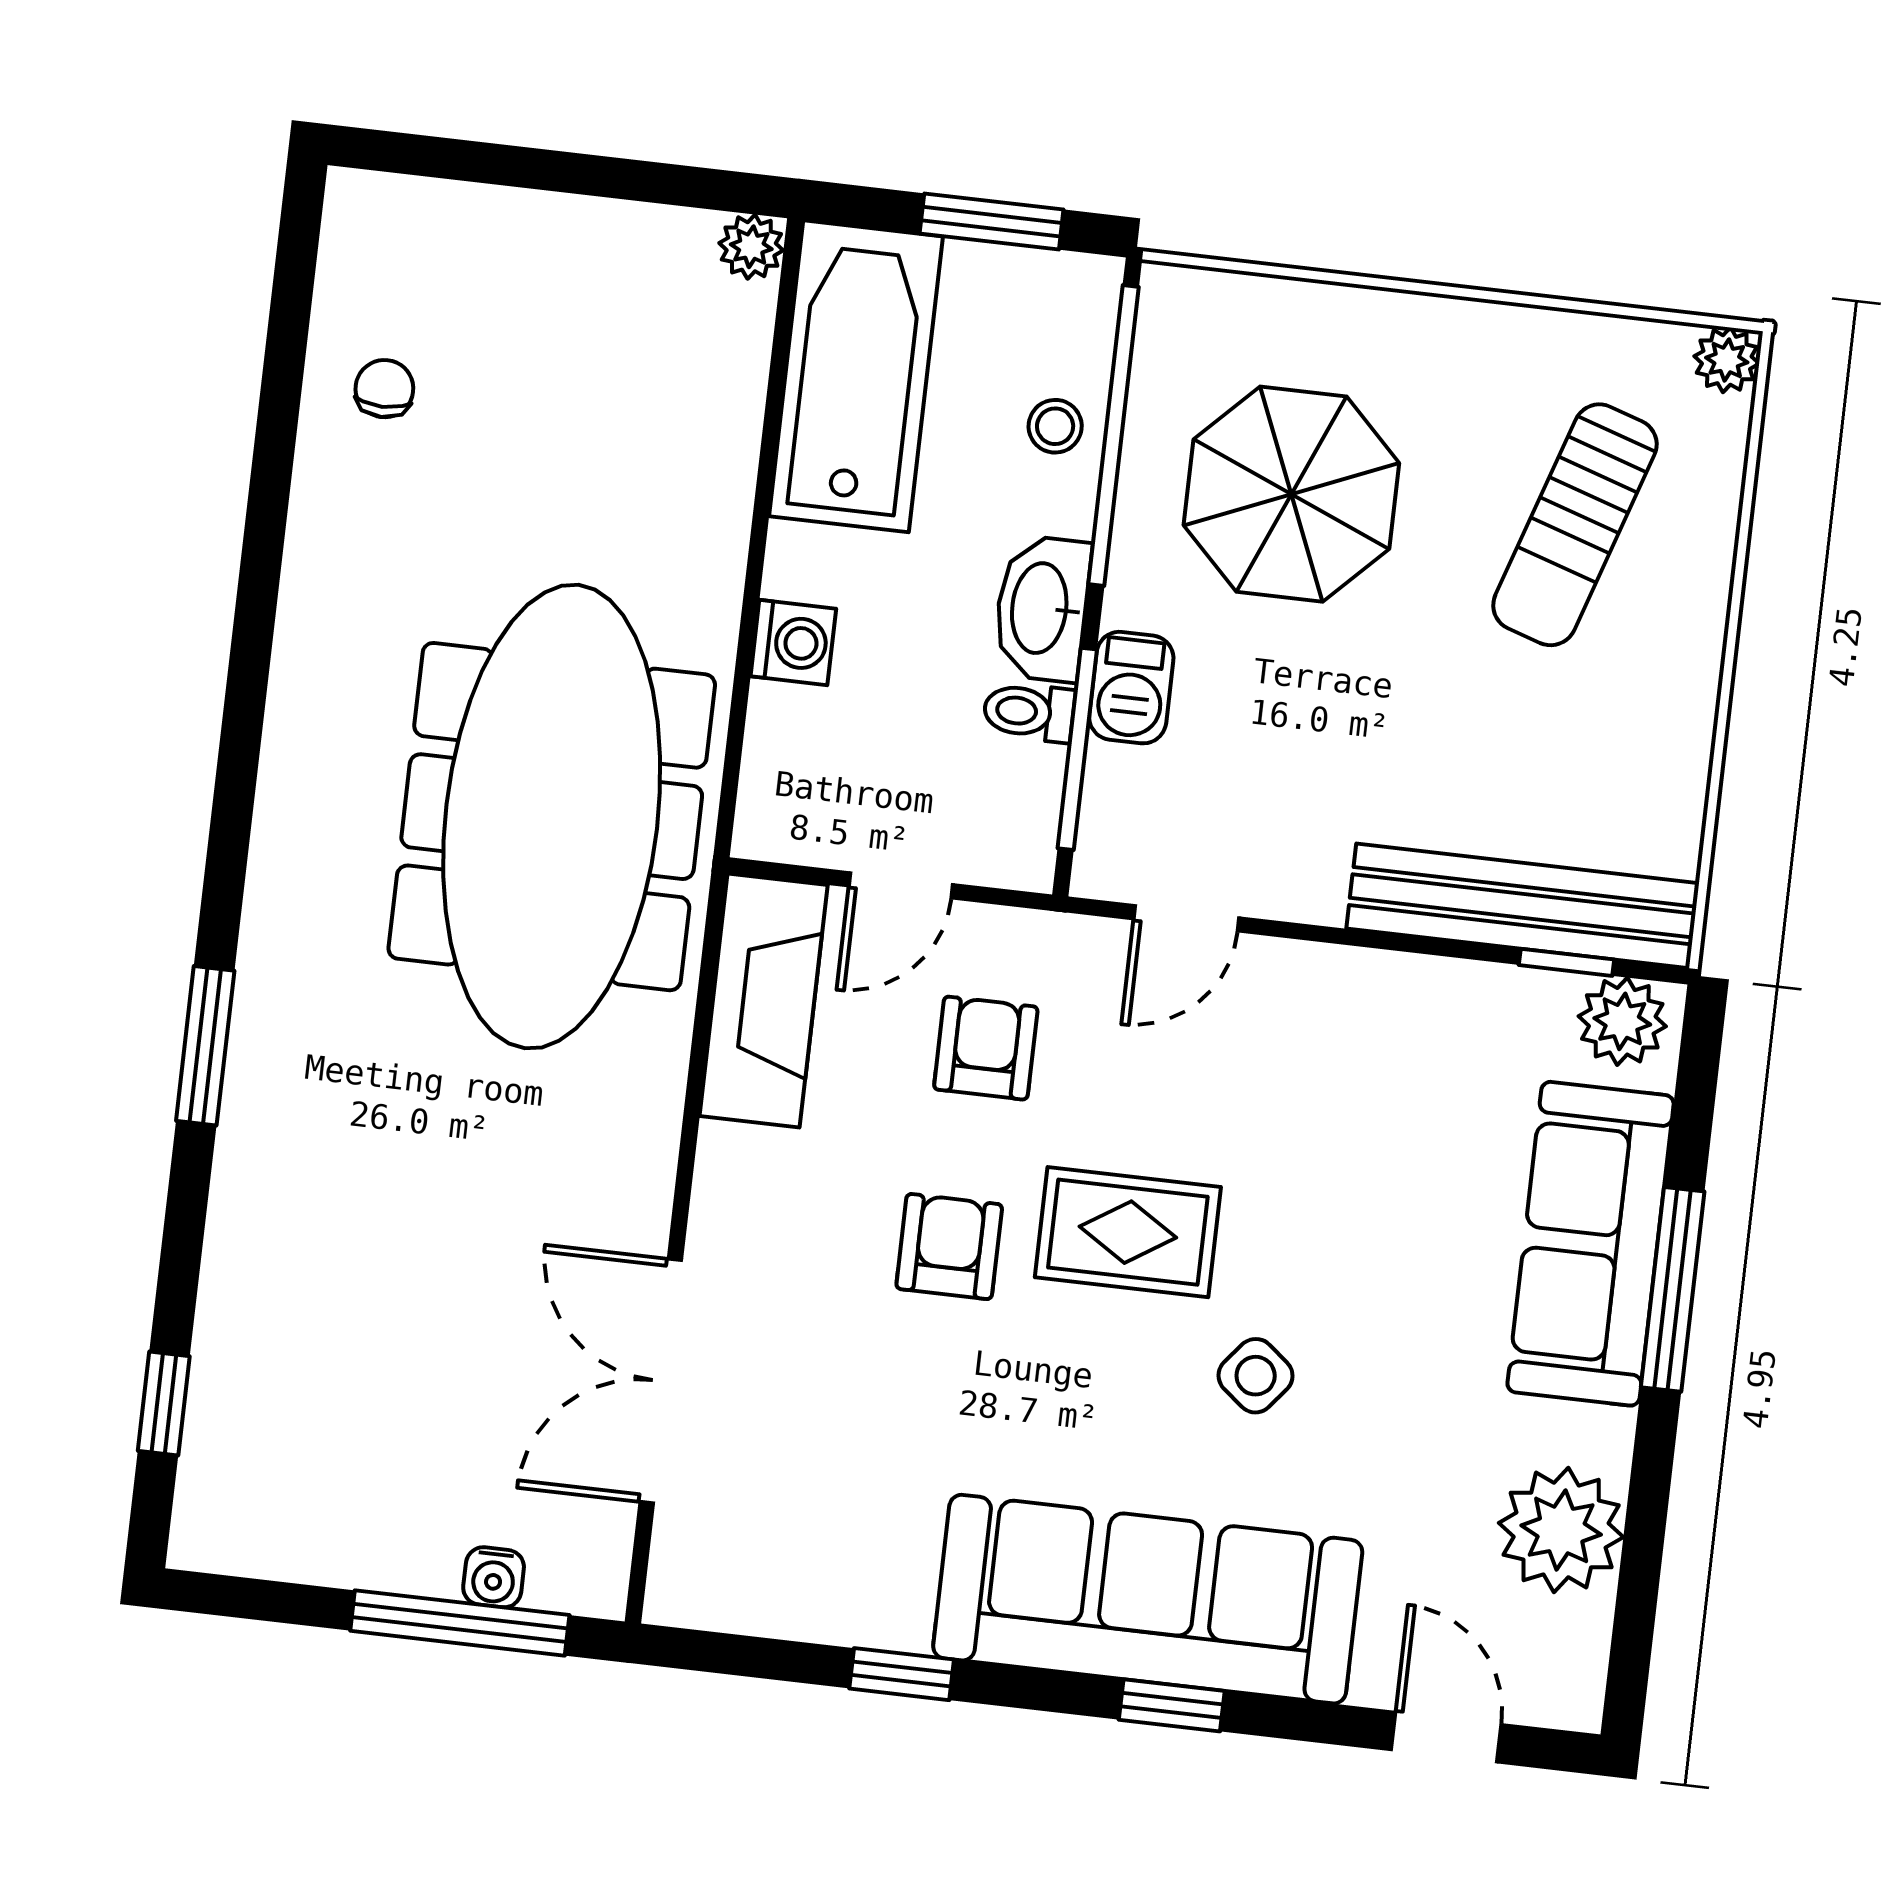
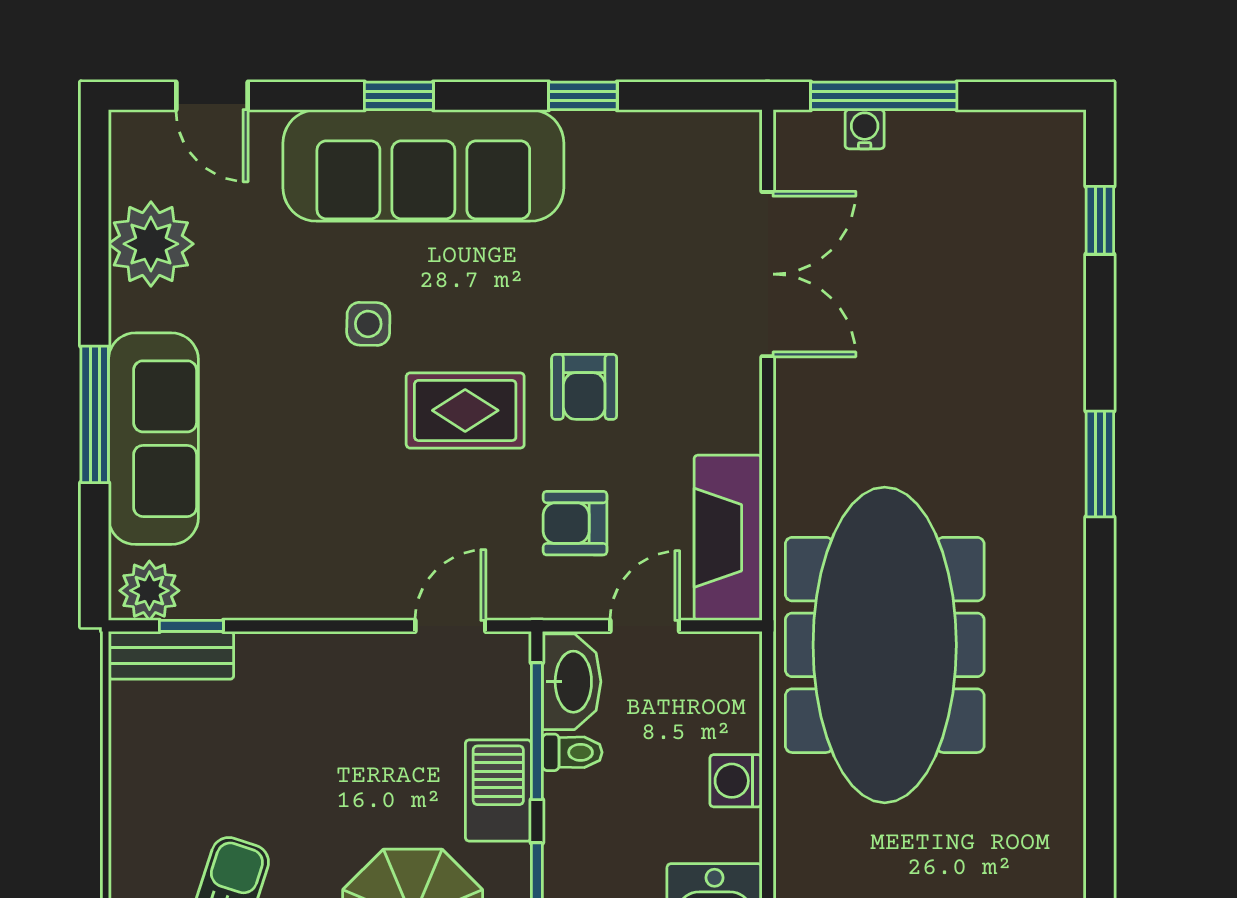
washbasin: (1042, 608) -> (572, 682), moved
barbecue: (1131, 688) -> (498, 791), width x1.38, depth x1.27
bench: (1523, 906) -> (171, 655), width x0.54, depth x0.82
armchair: (986, 1048) -> (575, 523), turned 90
side table: (1256, 1376) -> (368, 324), turned -38

